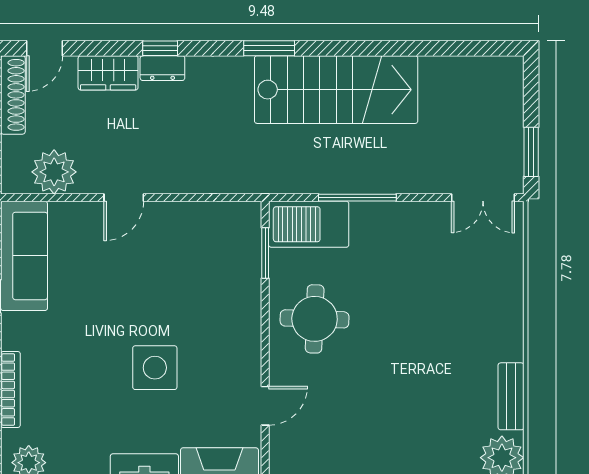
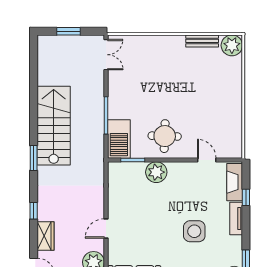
dresser: (162, 68) -> (43, 210), removed
window: (531, 152) -> (68, 31), moved
door: (124, 198) -> (106, 228), swing flipped
plant: (240, 302) -> (156, 172), added
side table: (155, 368) -> (194, 231), moved

